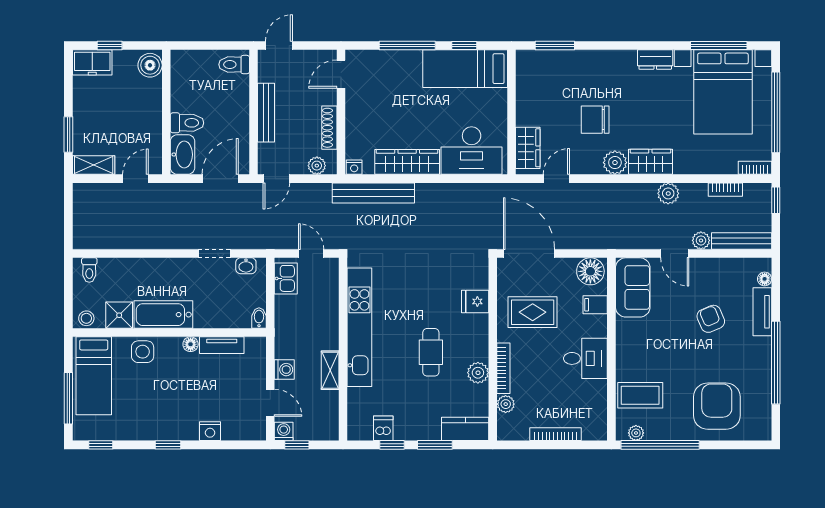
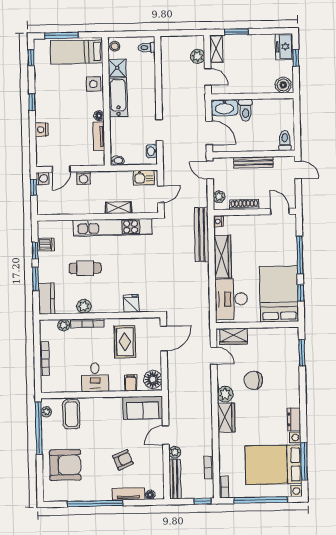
bed: (465, 69) -> (279, 294), width x1.50
chair: (595, 120) -> (253, 380), turned -90
plant: (668, 193) -> (198, 56), moved
door: (529, 253) -> (164, 339), width x0.73
cafe table: (431, 352) -> (85, 268), moved
shelving: (330, 370) -> (119, 208), moved

